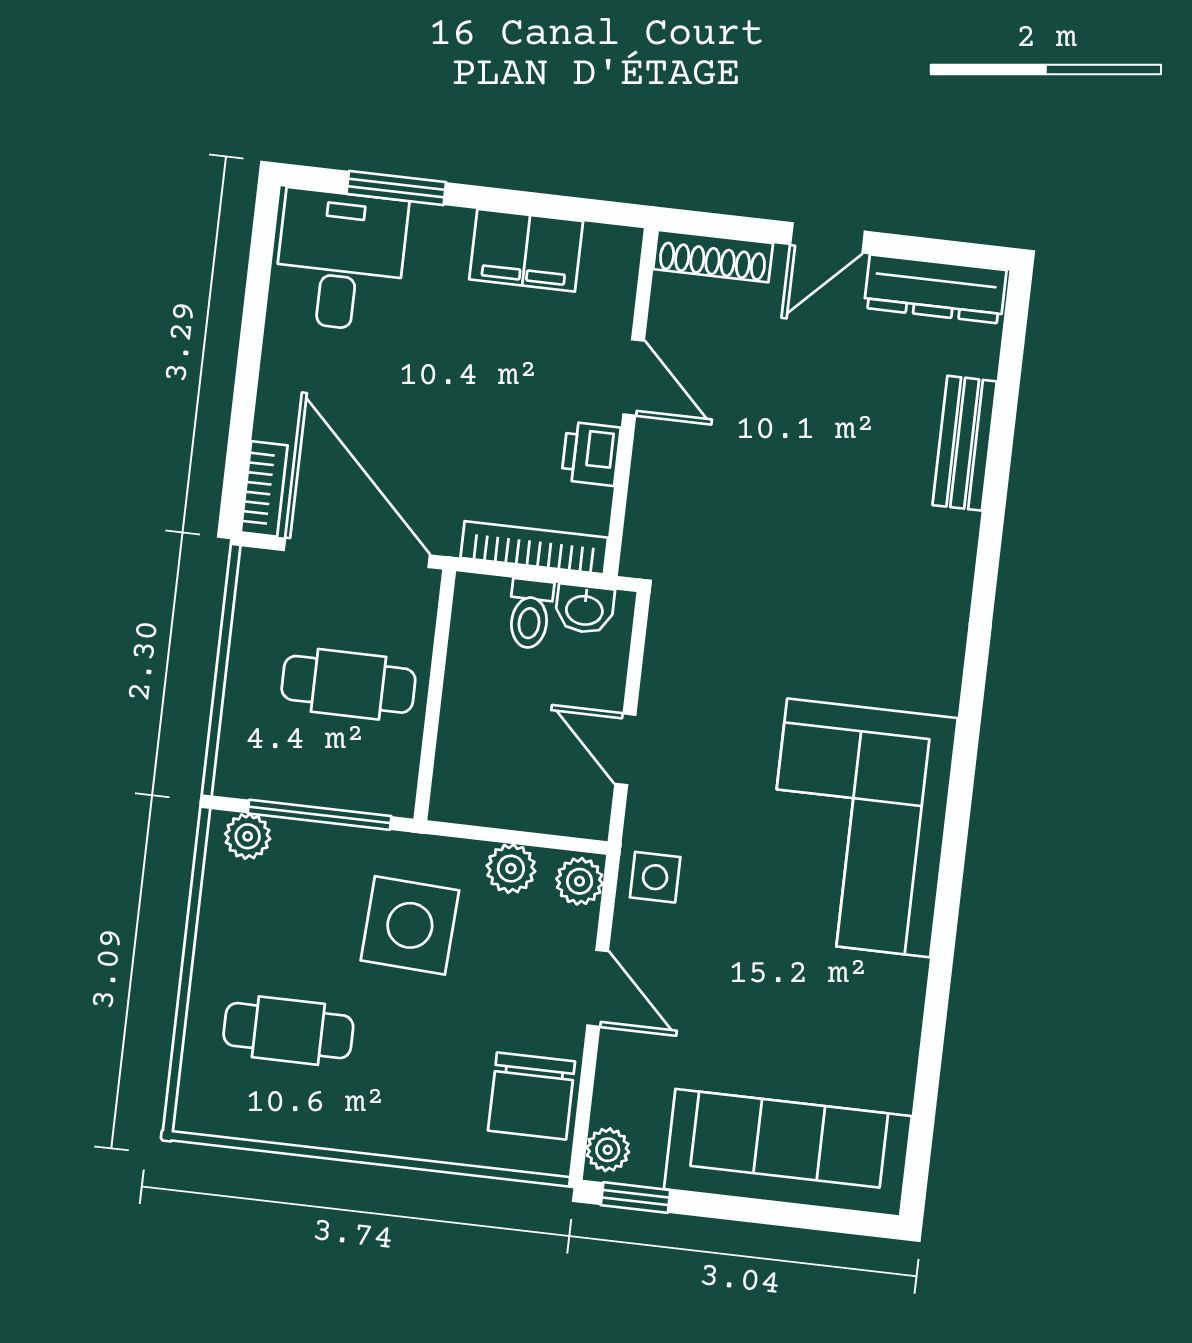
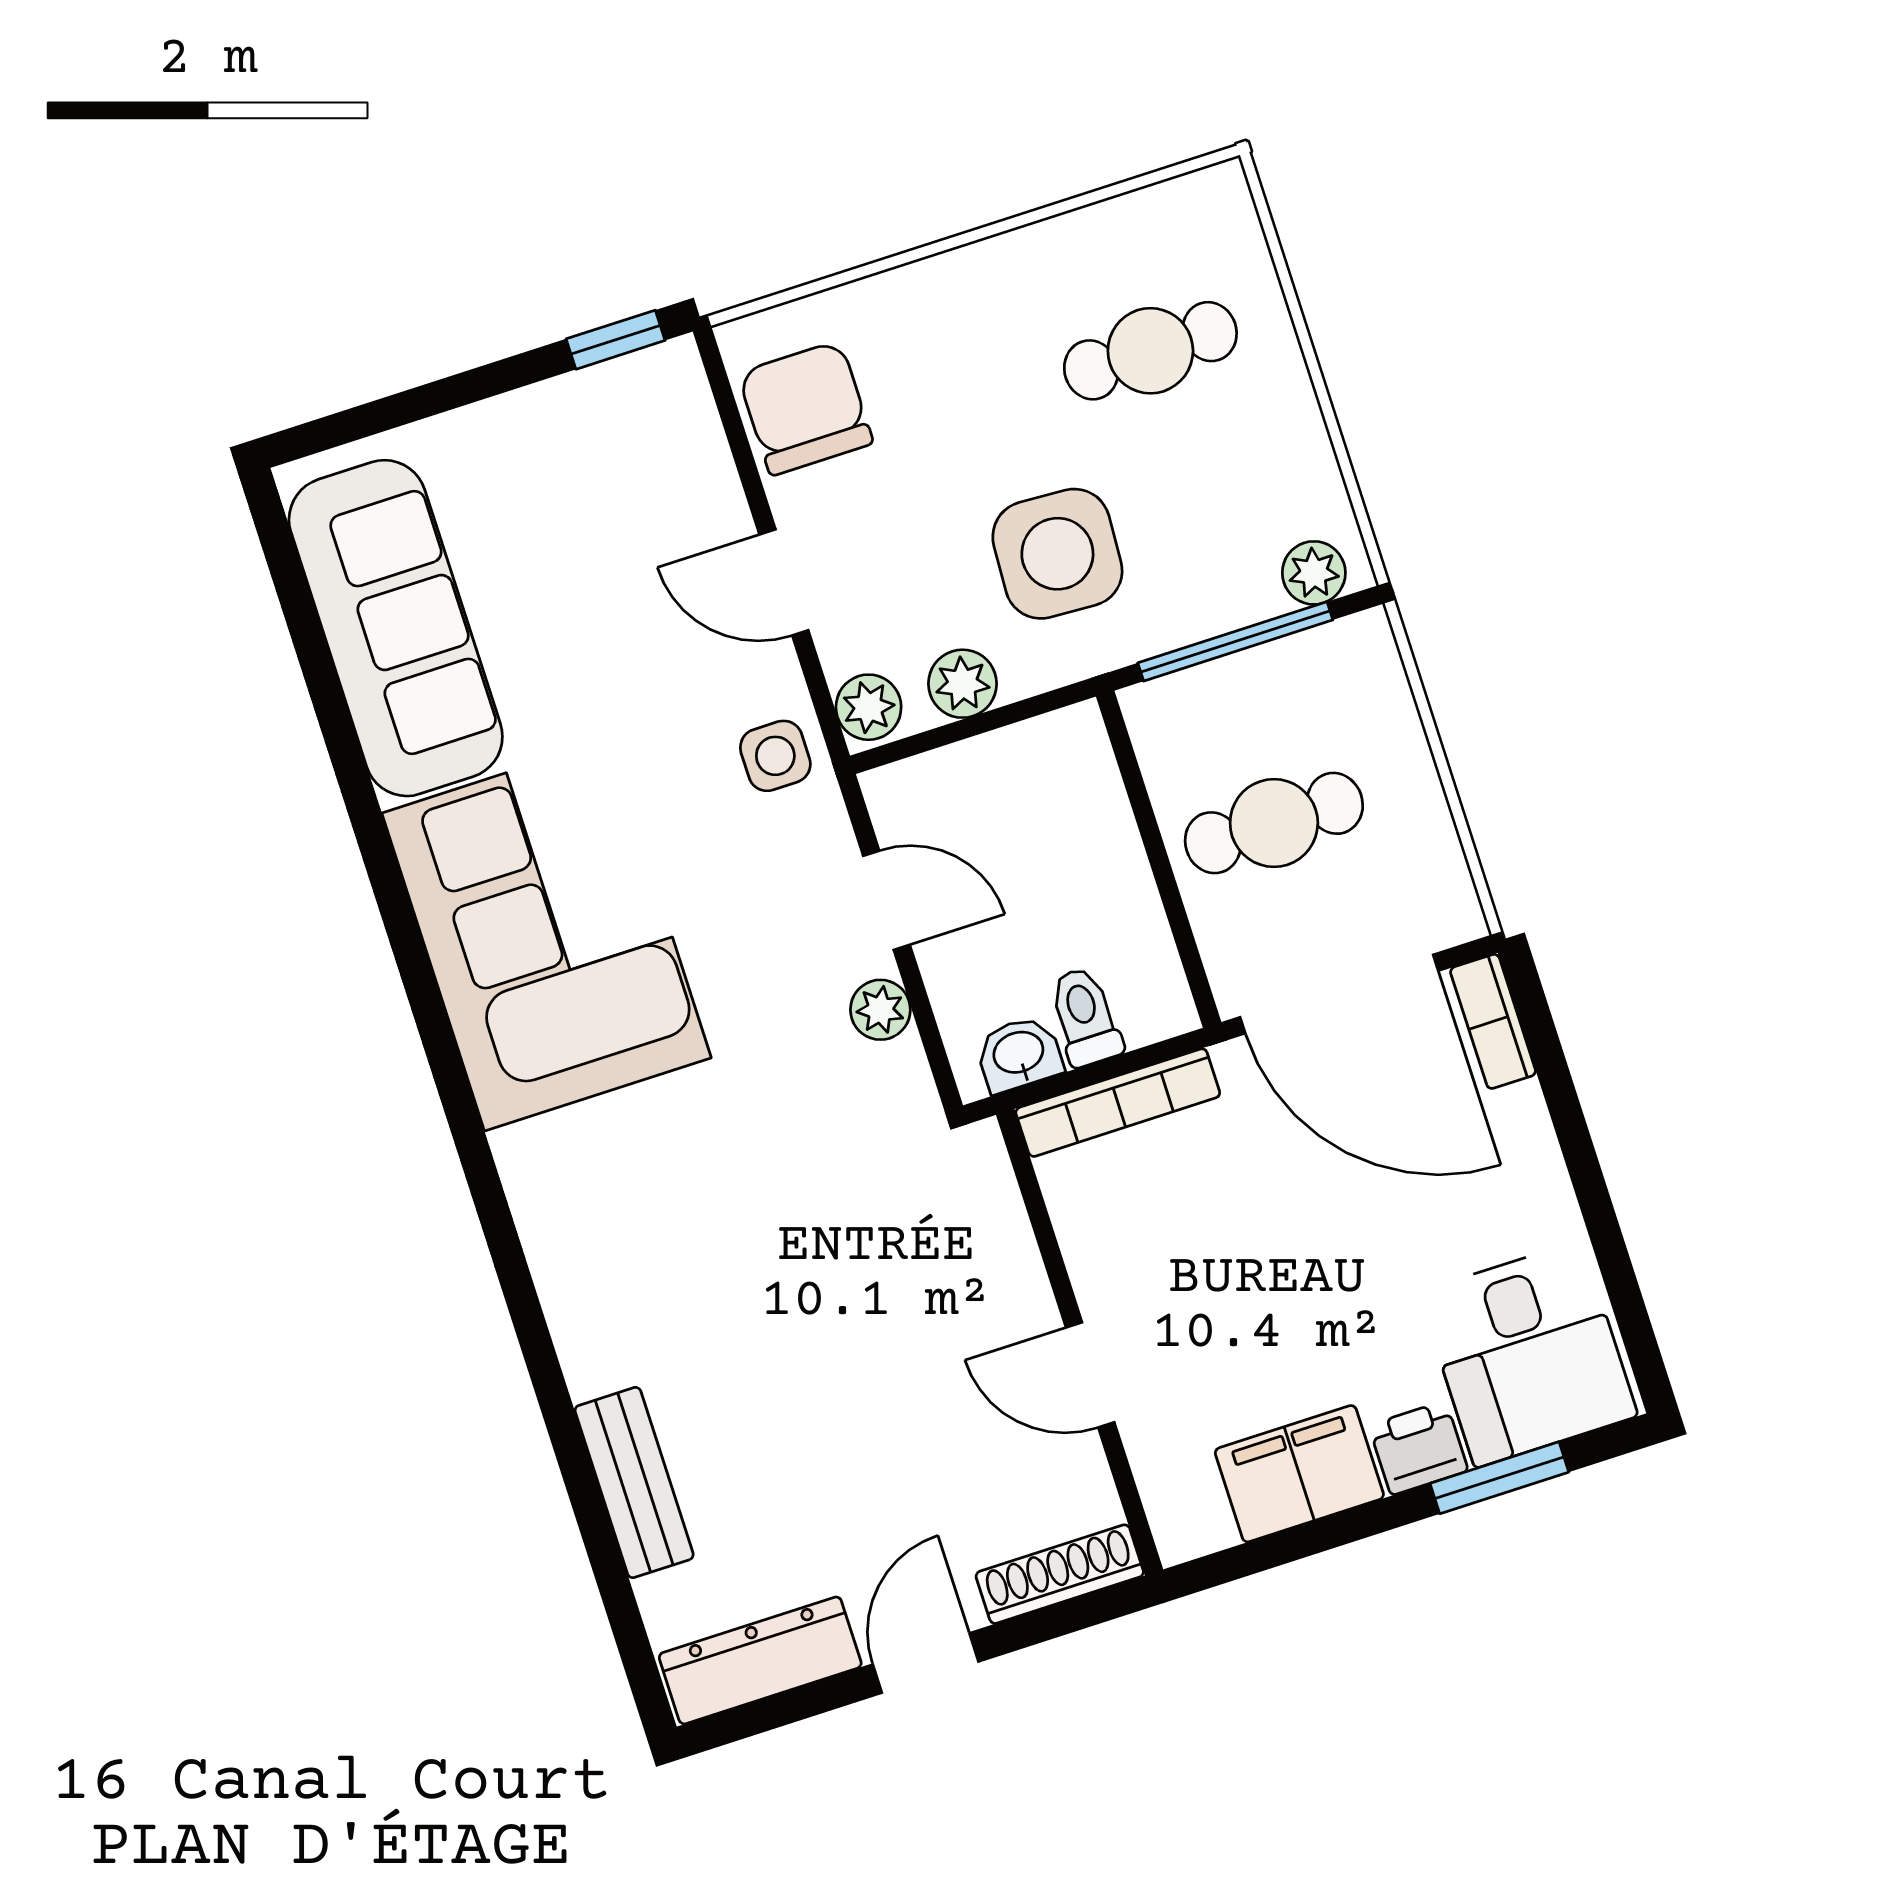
printer: (591, 454) -> (1418, 1448), moved, turned -90
plant: (608, 1150) -> (880, 1010), moved
sofa: (788, 1153) -> (396, 628), moved, turned -90

